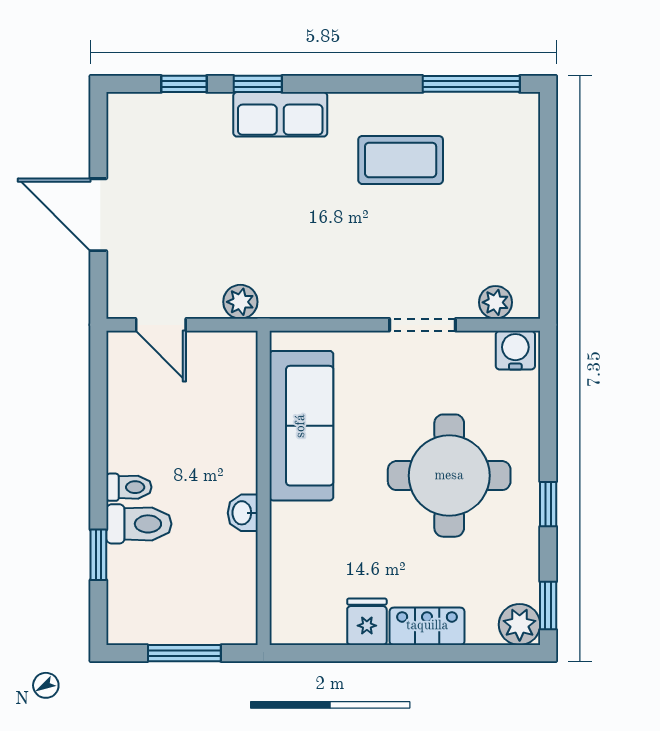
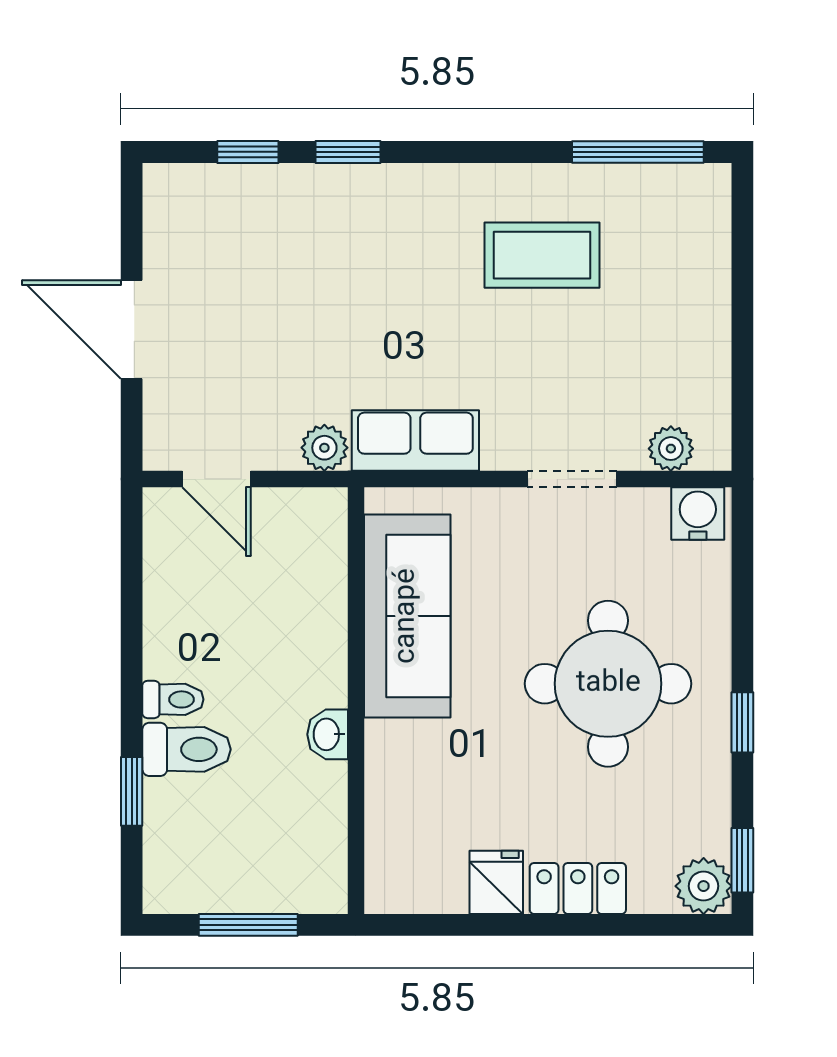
row of seats: (280, 114) -> (415, 440), moved, turned 180

